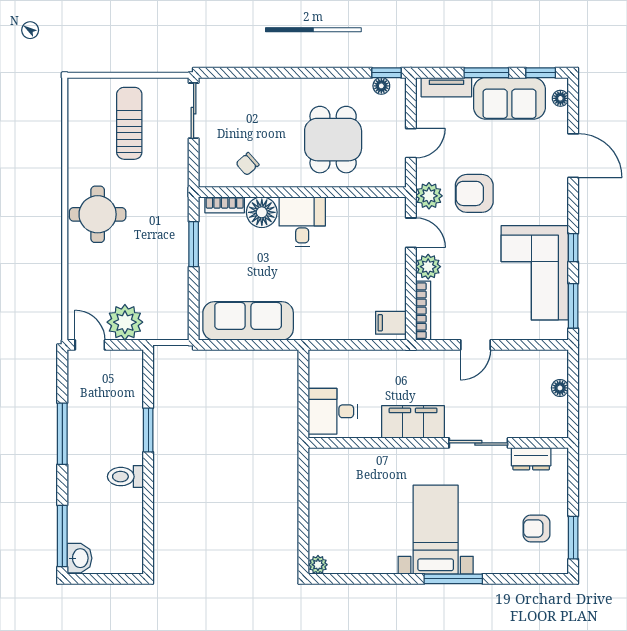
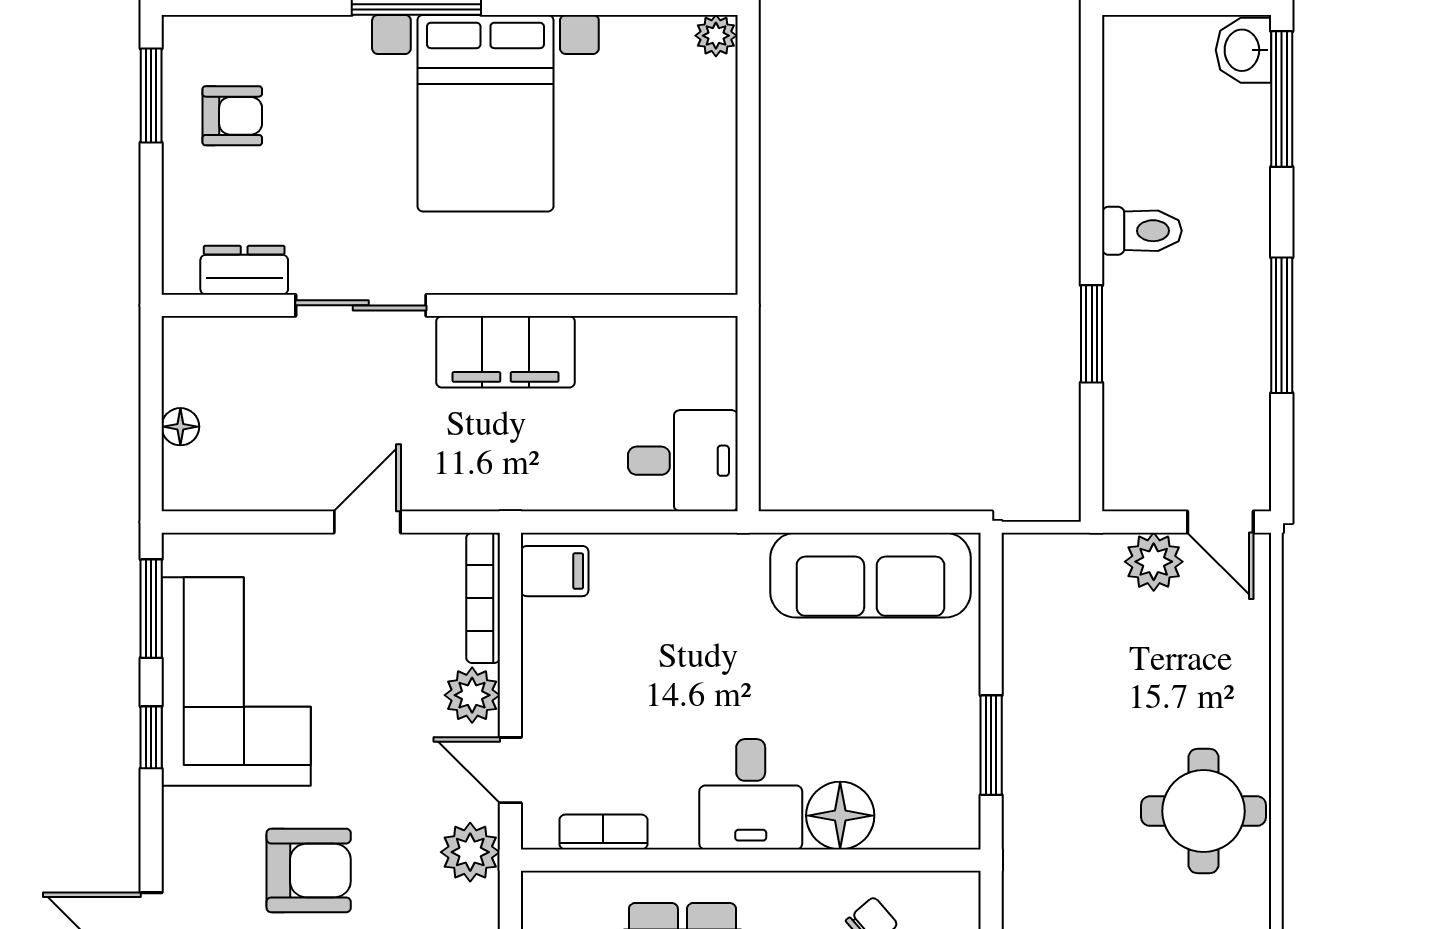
armchair: (474, 193) -> (309, 870), moved
bookcase: (225, 205) -> (603, 832), moved
plant: (125, 322) -> (1154, 562), width x0.73, depth x0.73
desk: (333, 411) -> (683, 461), moved
bed with nightstands: (436, 530) -> (485, 113), width x1.36

